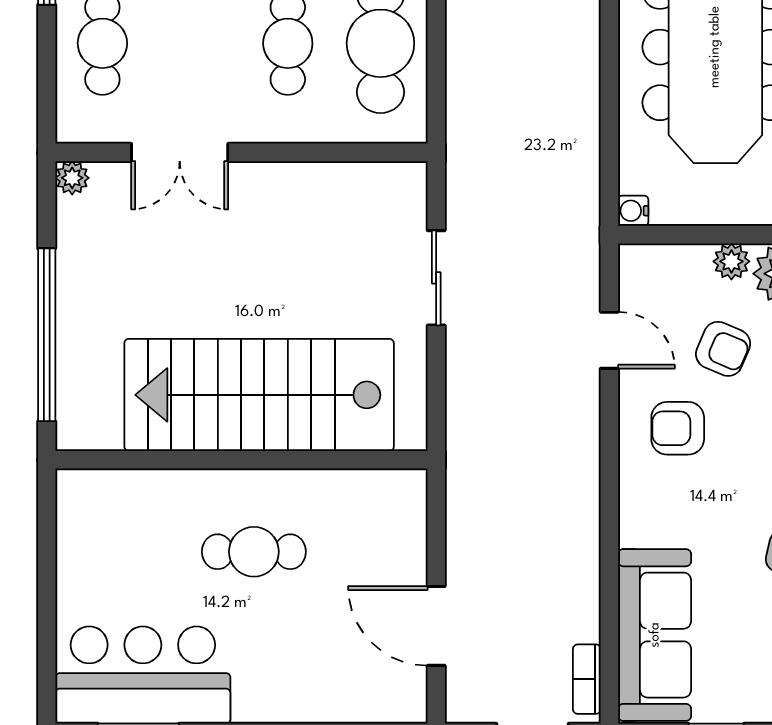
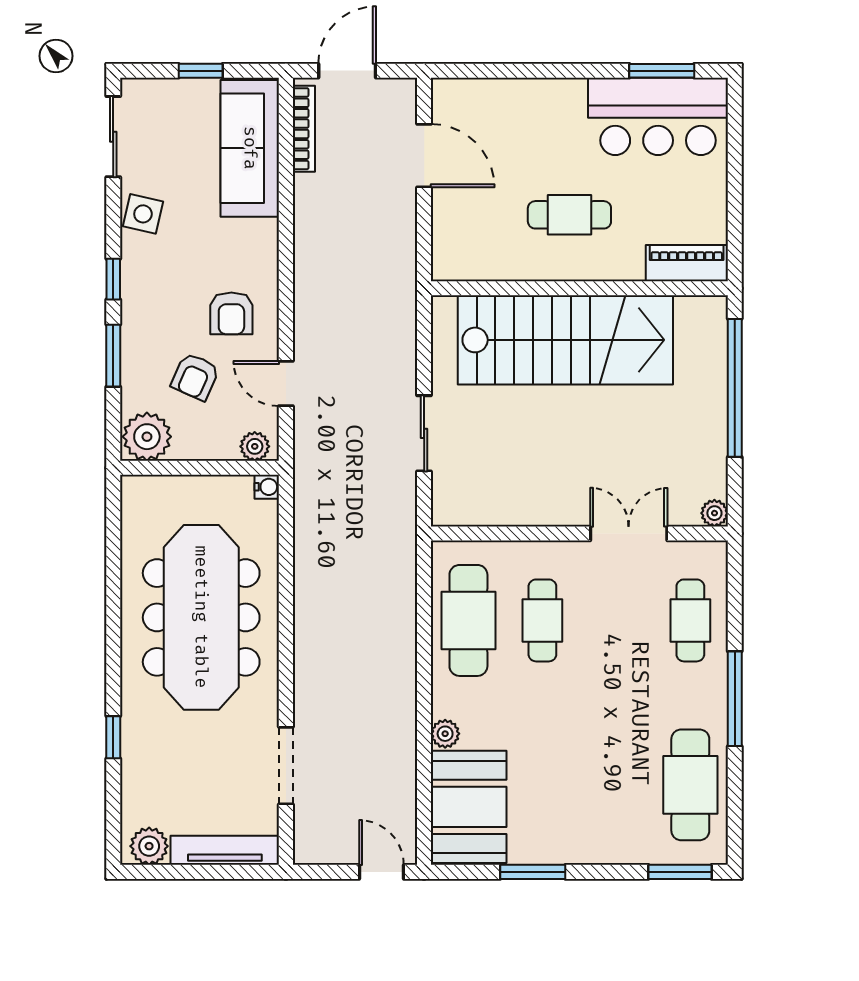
plant: (731, 261) -> (255, 446), moved
armchair: (723, 349) -> (195, 377), turned -89
armchair: (678, 428) -> (231, 313), turned 90
piano: (107, 491) -> (687, 263), added
bookcase: (587, 679) -> (304, 129), width x1.56

